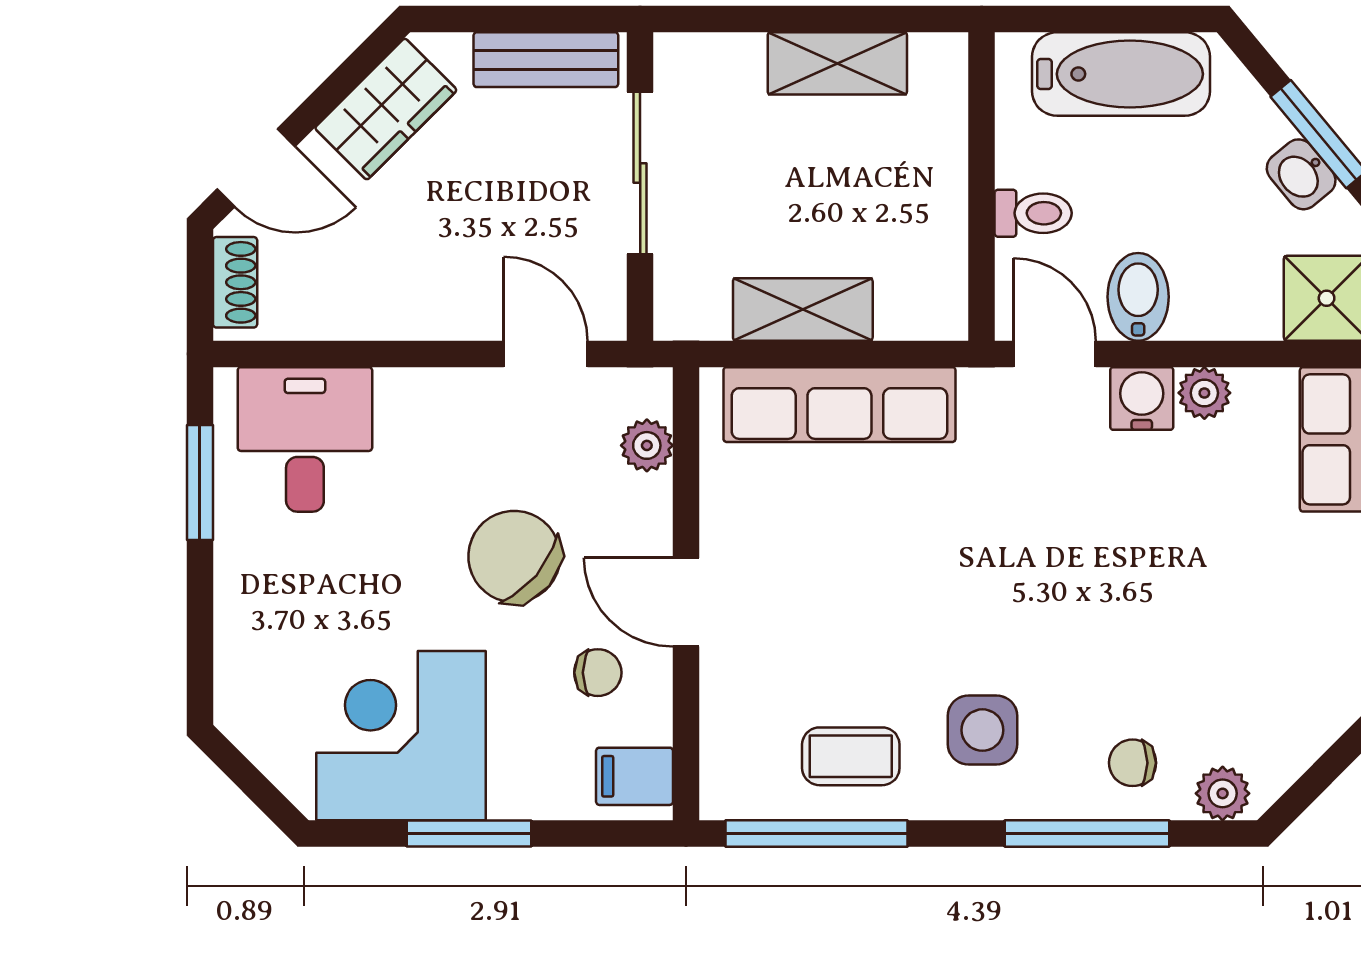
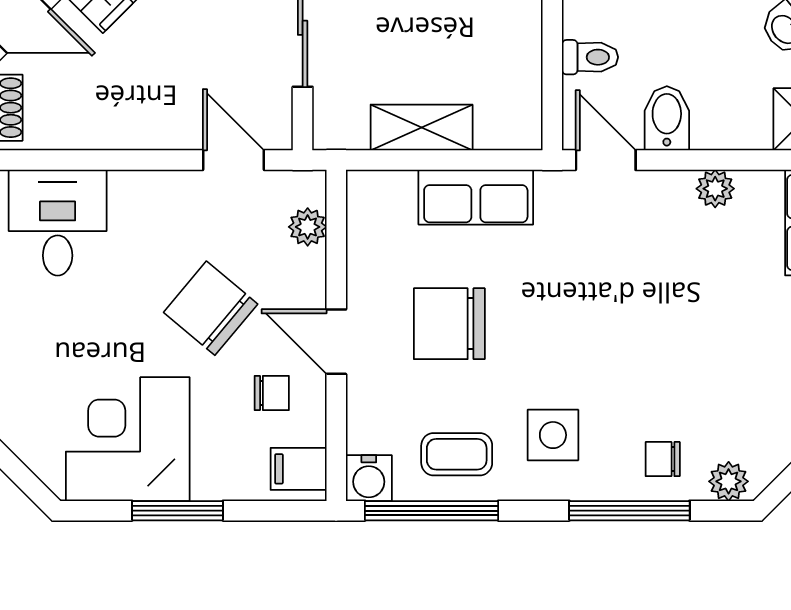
water cooler: (1142, 399) -> (369, 478), moved, turned 180
row of seats: (839, 405) -> (476, 197), width x0.68
chair: (841, 578) -> (449, 324), added

